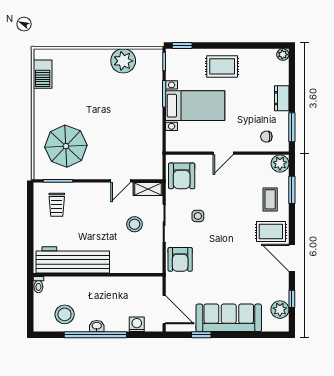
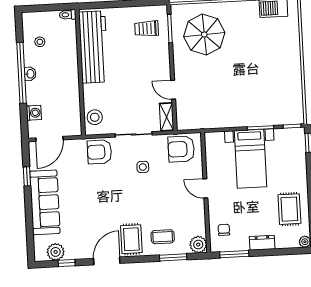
plant: (123, 61) -> (291, 86), removed
rug: (222, 66) -> (289, 209), moved
stool: (135, 224) -> (95, 117), moved
stool: (65, 314) -> (40, 42), width x0.53, depth x0.53

